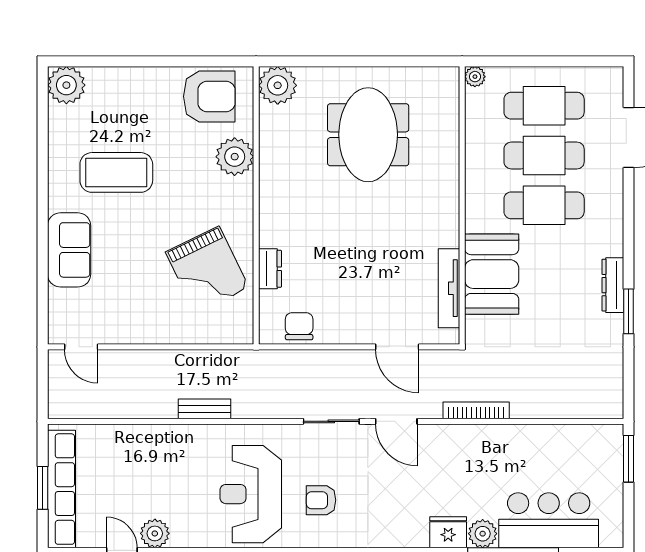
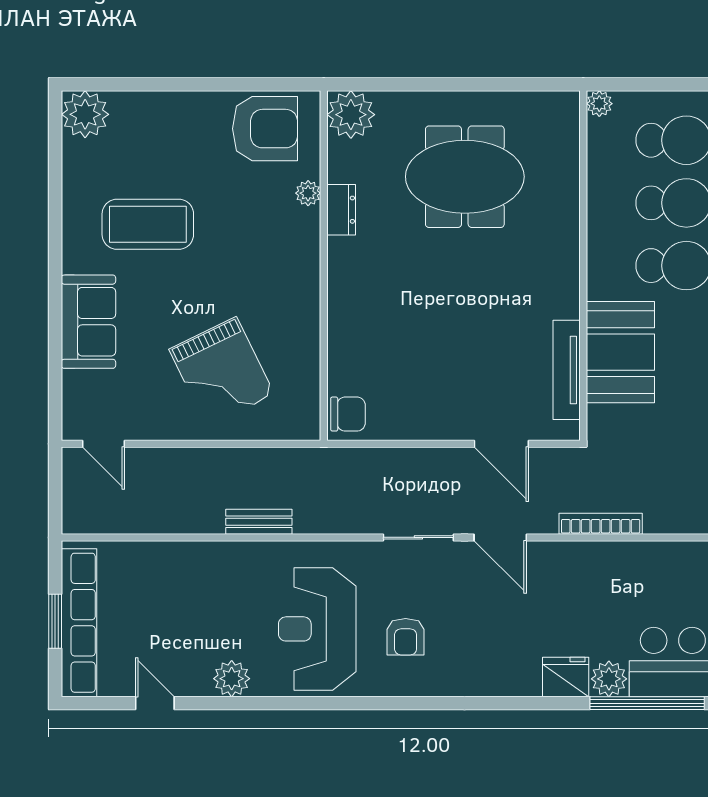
meeting table: (368, 135) -> (465, 177), turned 90
plant: (235, 157) -> (308, 193), width x0.53, depth x0.53
dresser: (270, 269) -> (341, 210), moved
grand piano: (207, 270) -> (222, 372), moved
chair: (299, 326) -> (348, 414), moved, turned 90
armchair: (321, 500) -> (406, 637), turned -90
plant: (155, 533) -> (232, 679), moved

